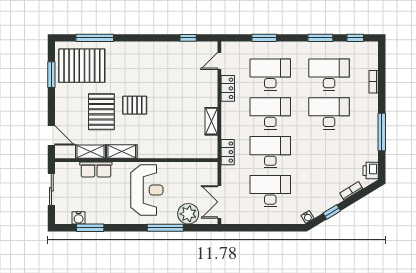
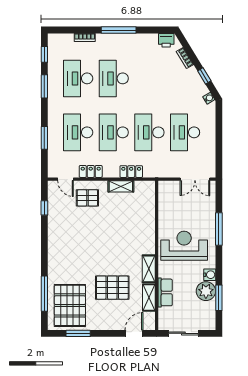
pallet: (135, 105) -> (87, 198), moved, turned 90
window: (382, 132) -> (119, 30), moved
locker: (228, 152) -> (131, 172), moved
plant: (188, 214) -> (206, 291), moved
water cooler: (79, 218) -> (210, 275), moved

